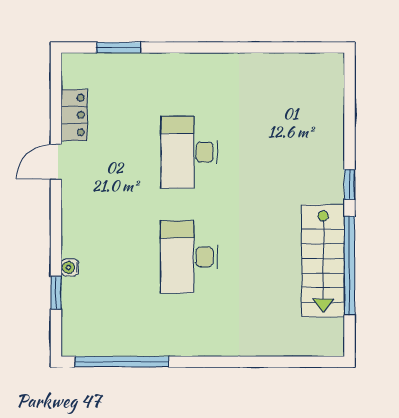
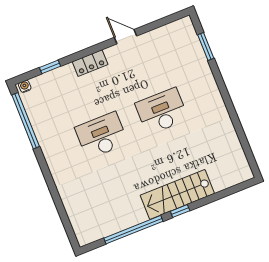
locker: (74, 115) -> (90, 63), moved
stairs: (323, 261) -> (177, 194), moved
water cooler: (70, 267) -> (25, 86), moved

